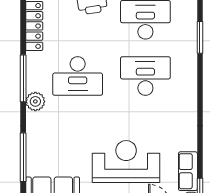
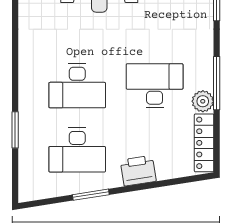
plant: (35, 101) -> (203, 101), moved

